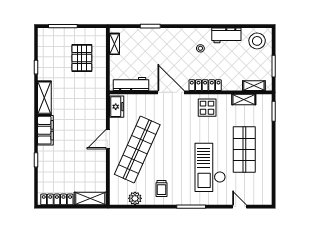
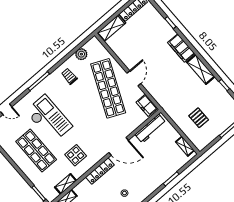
pallet: (82, 58) -> (199, 118), width x0.67, depth x0.71
display table: (207, 108) -> (76, 155), moved

